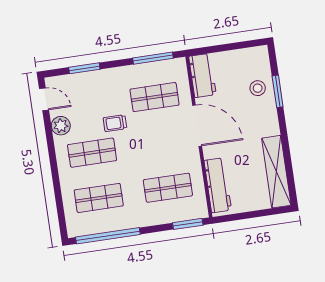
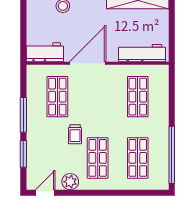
window: (153, 58) -> (23, 115), moved
window: (188, 224) -> (172, 84), removed

